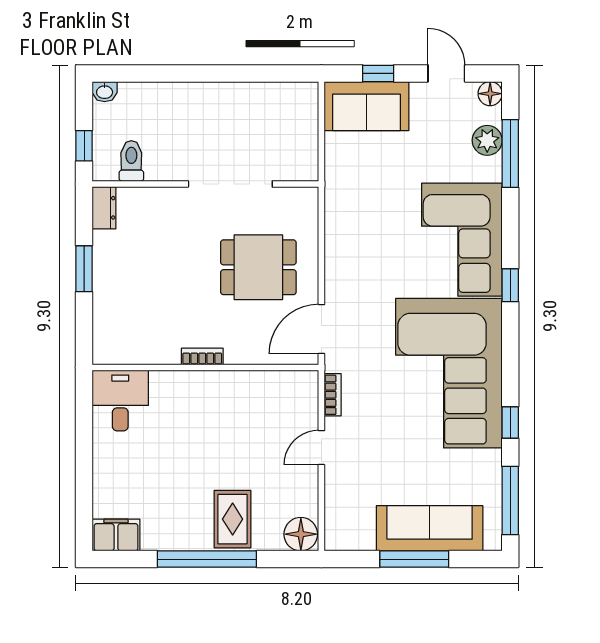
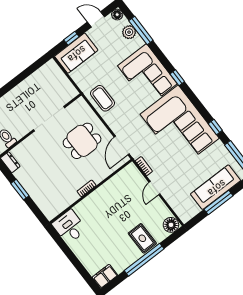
coffee table: (352, 220) -> (103, 98), added

